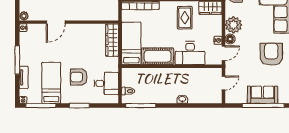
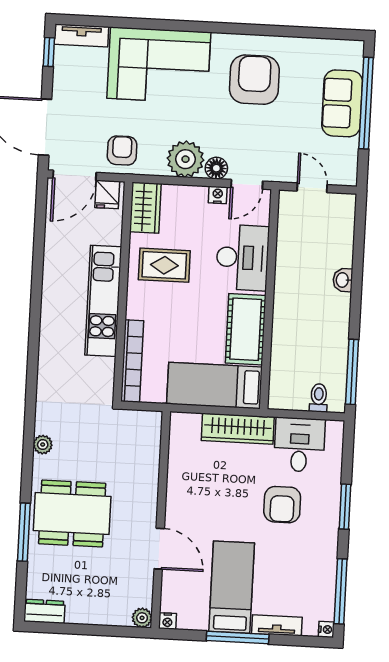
wardrobe: (112, 40) -> (238, 429), moved
door: (223, 53) -> (247, 184), swing flipped
armchair: (271, 54) -> (254, 80), turned 90
bed: (51, 83) -> (232, 587), moved, turned 90

